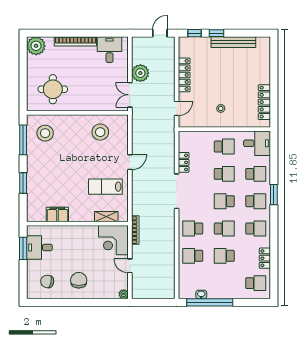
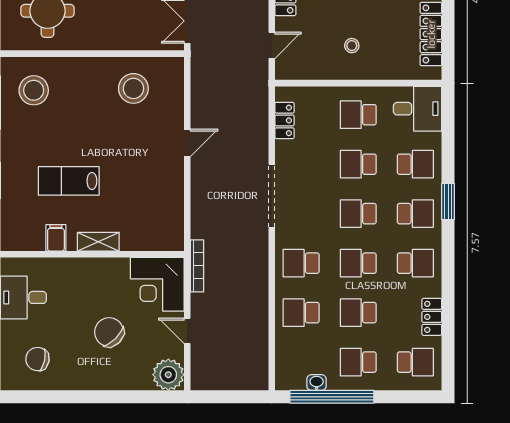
school desk: (224, 147) -> (358, 115), turned 180
locker: (184, 162) -> (284, 120), moved
school desk: (224, 174) -> (358, 164), turned 180
lab bench: (105, 187) -> (69, 181), moved
filing cabinet: (57, 215) -> (56, 238), width x0.50
shelving: (106, 217) -> (98, 242), moved
school desk: (224, 229) -> (358, 263), turned 180
chair: (79, 280) -> (109, 332), moved, turned -45
school desk: (224, 283) -> (358, 362), added
plant: (124, 294) -> (168, 375), width x1.87, depth x1.87

